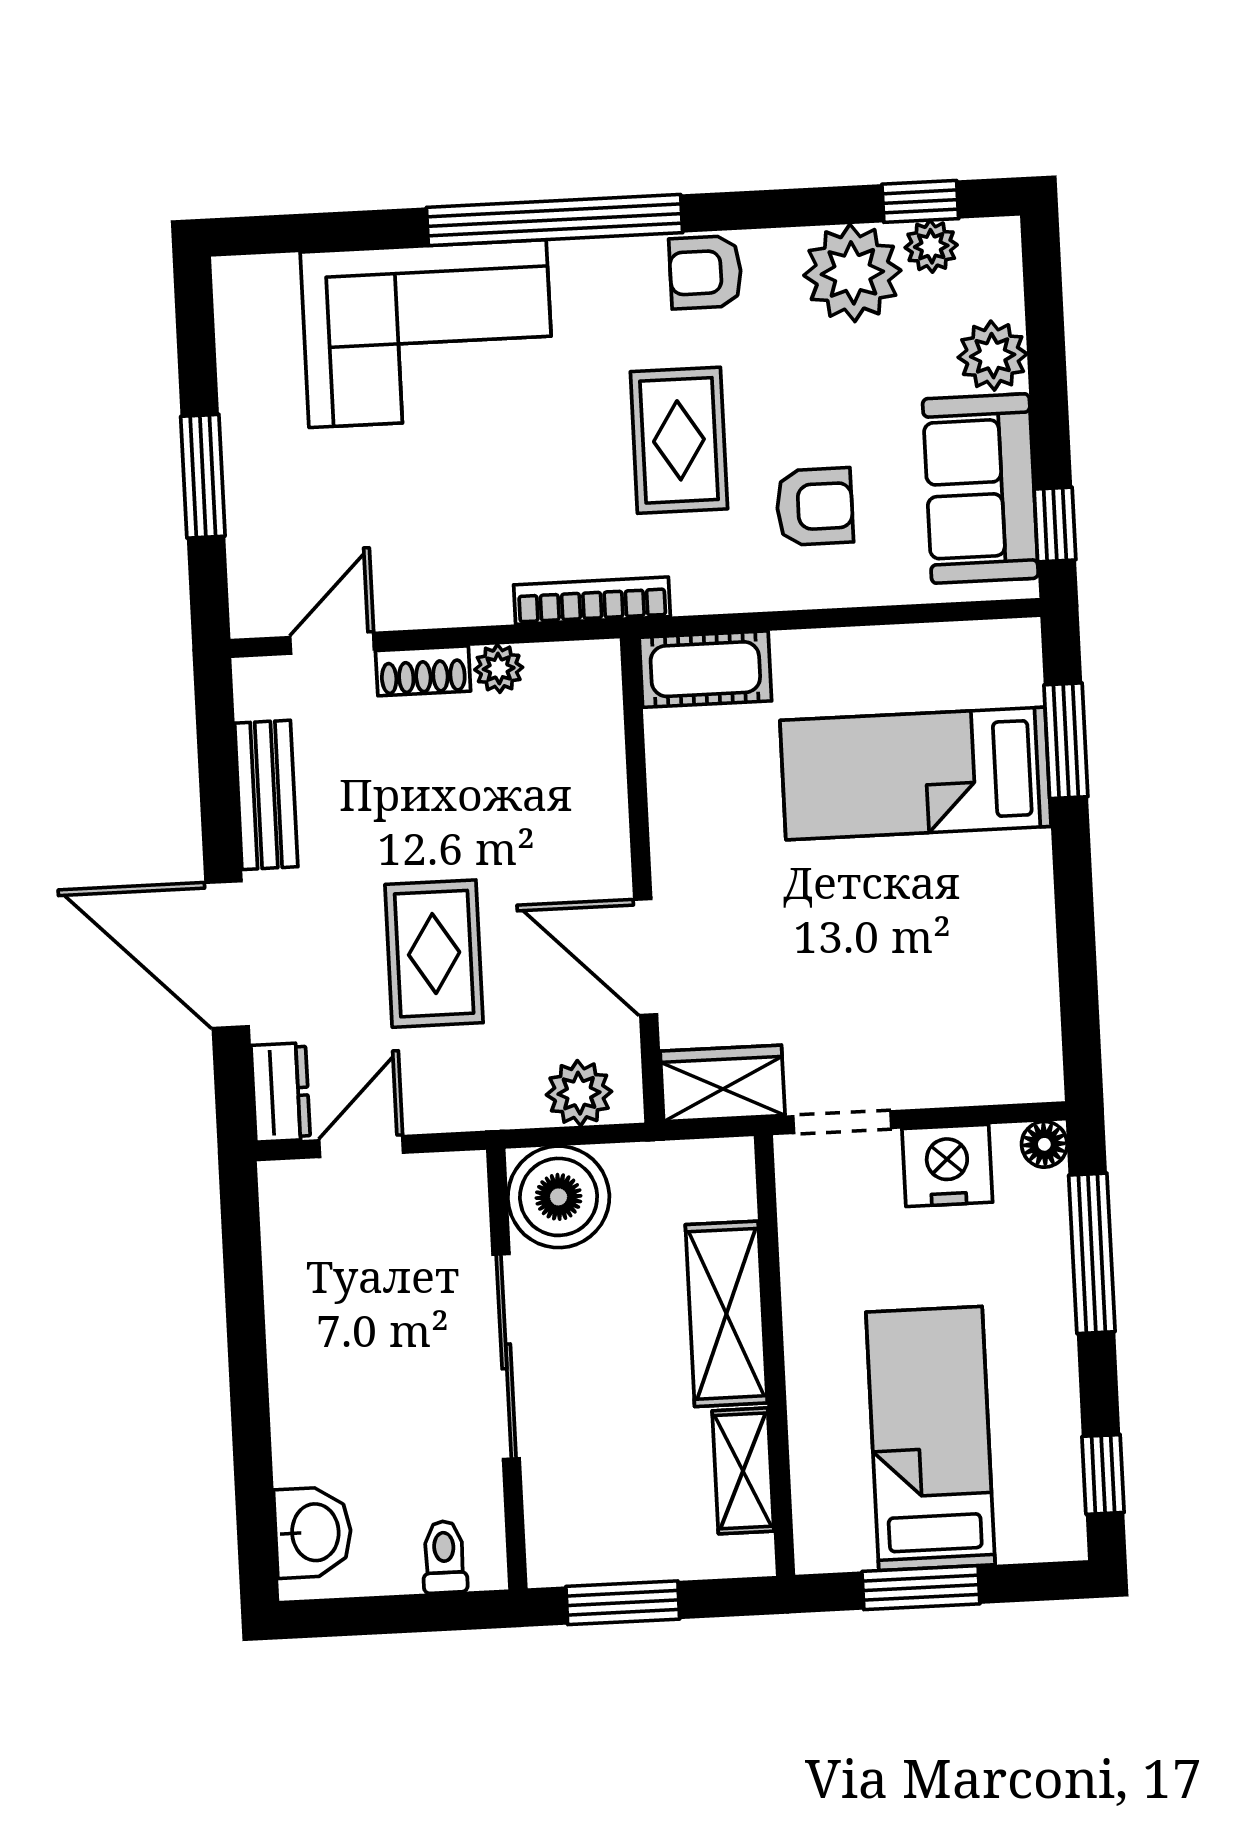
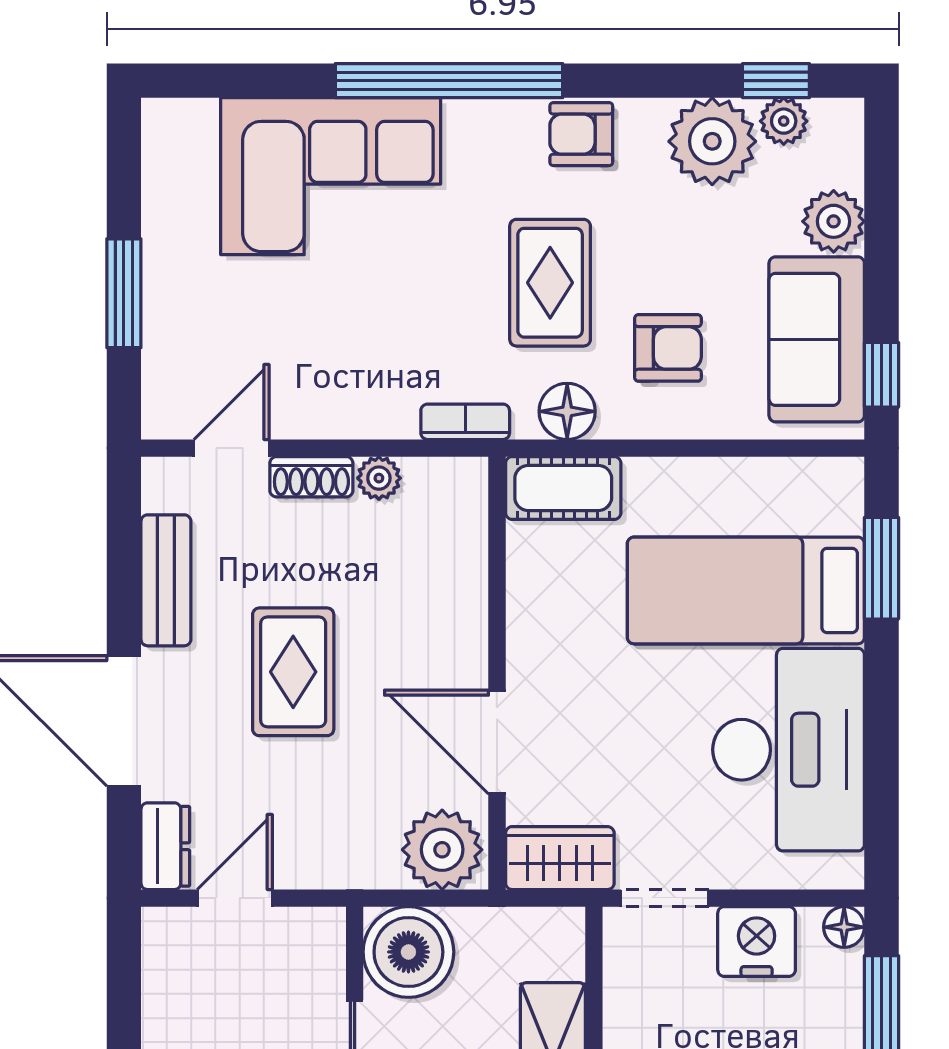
floor lamp: (705, 583) -> (567, 411), added
bookcase: (592, 601) -> (465, 422), width x0.64
desk: (972, 949) -> (789, 750), added
rug: (434, 954) -> (293, 672), moved
plant: (579, 1093) -> (442, 850), width x1.36, depth x1.36

